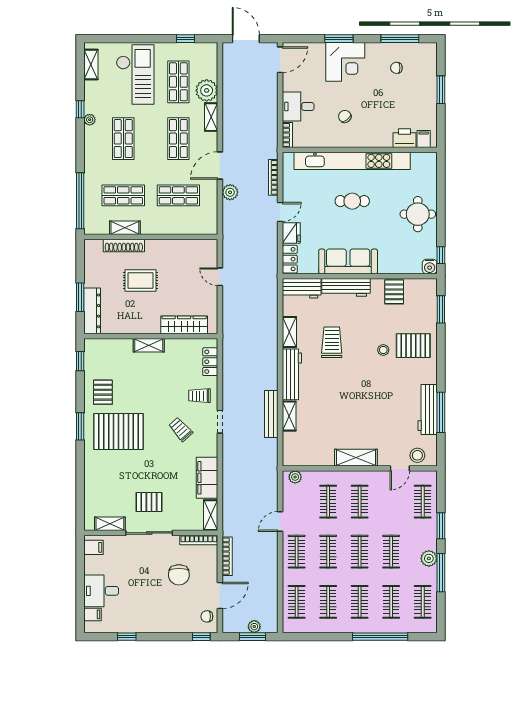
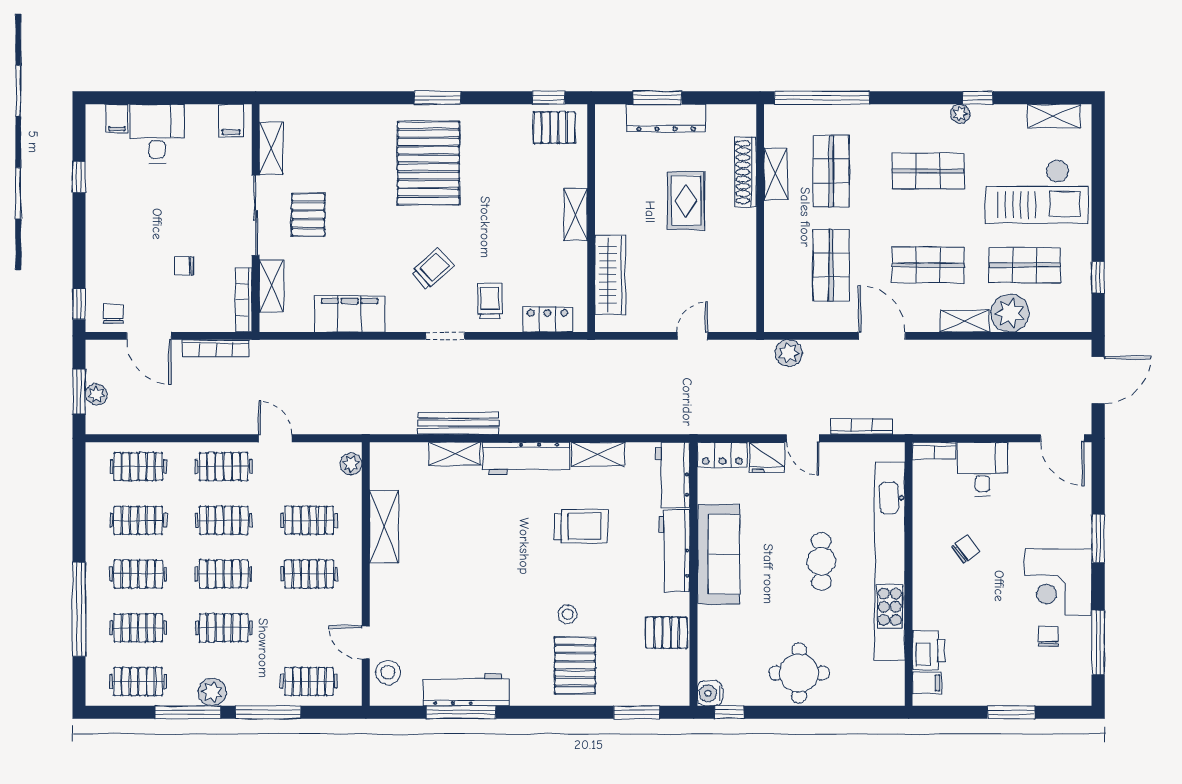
corner desk: (345, 62) -> (1059, 582), moved
plant: (230, 192) -> (789, 353), moved
dresser: (92, 311) -> (666, 118), moved
pallet: (103, 392) -> (554, 128), moved
shelving: (356, 458) -> (384, 527), moved
shelving: (211, 515) -> (271, 286), moved, turned 90
window: (441, 526) -> (268, 712), width x1.44
chair: (179, 575) -> (184, 266), width x0.54, depth x0.54

